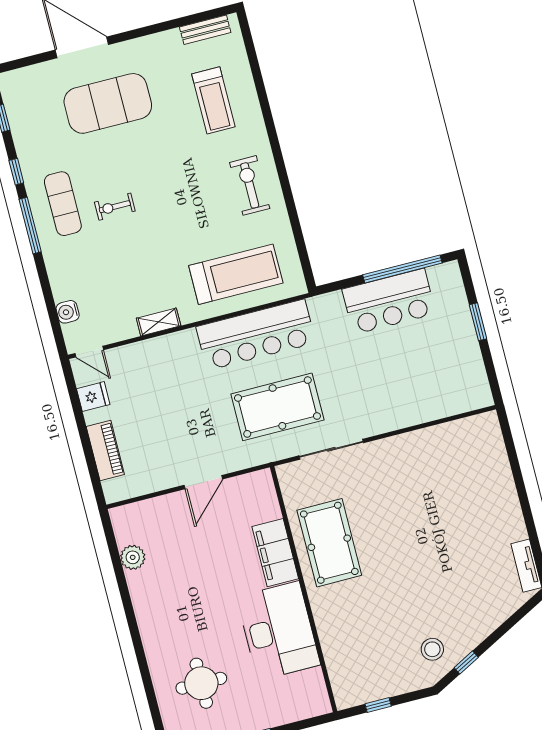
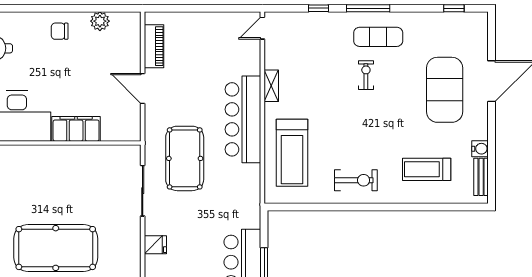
window: (16, 172) -> (318, 8), moved
water cooler: (68, 312) -> (480, 149), moved, turned 90
bar counter: (256, 335) -> (243, 119), moved
fridge: (93, 397) -> (155, 245), moved, turned -90
piano: (105, 450) -> (154, 46), moved, turned -90
pool table: (329, 543) -> (56, 248), moved, width x1.36, depth x1.32
chair: (158, 605) -> (60, 31), added

